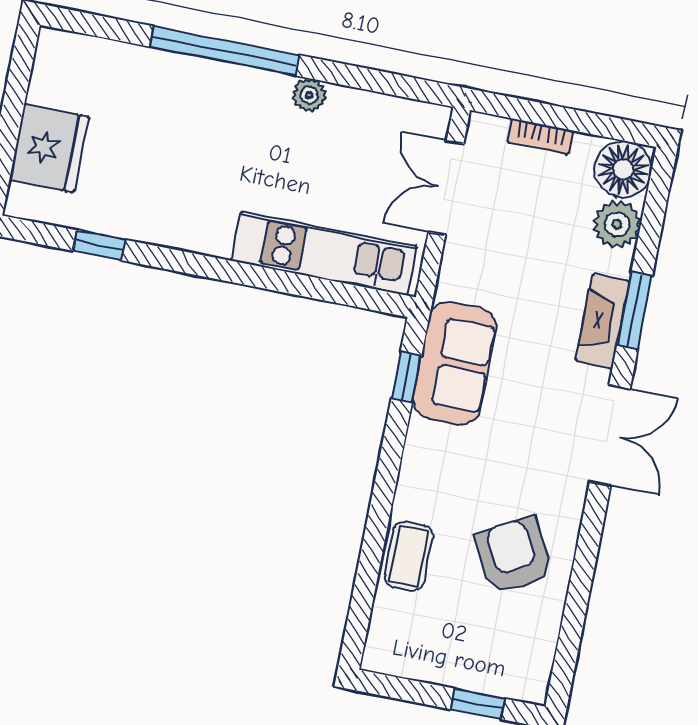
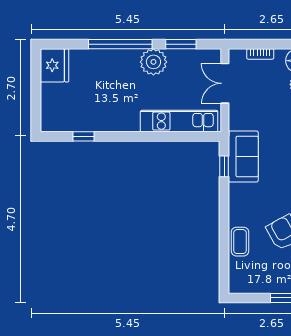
window: (363, 78) -> (181, 44), added
plant: (309, 95) -> (153, 62), width x1.87, depth x1.87
fridge: (49, 148) -> (54, 65), moved

